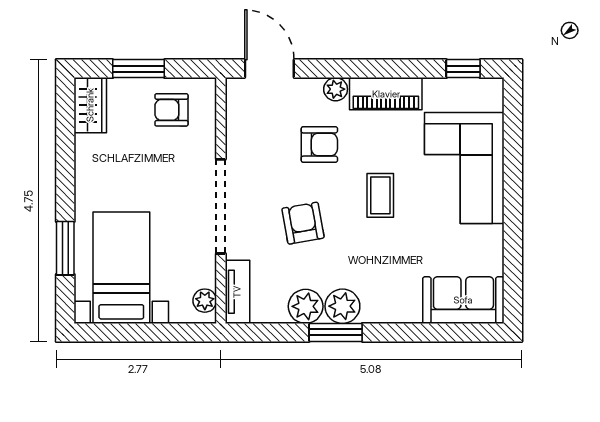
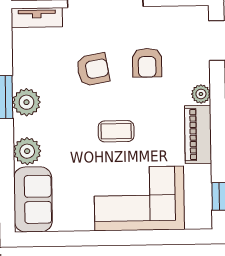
armchair: (319, 145) -> (147, 63), moved
plant: (306, 306) -> (27, 151), moved

